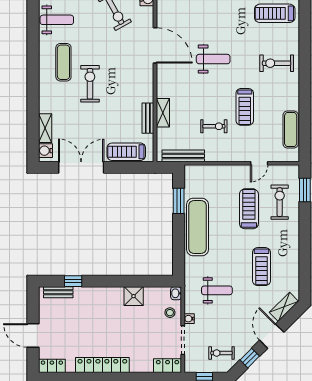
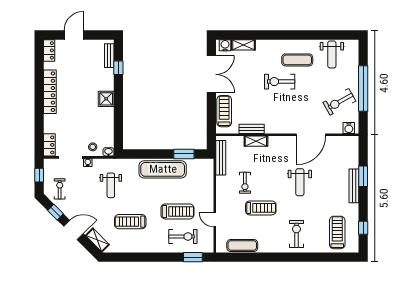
exercise bike: (90, 84) -> (280, 82), turned 180
treadmill: (245, 107) -> (261, 208), turned 180
shower: (134, 296) -> (106, 99), moved

